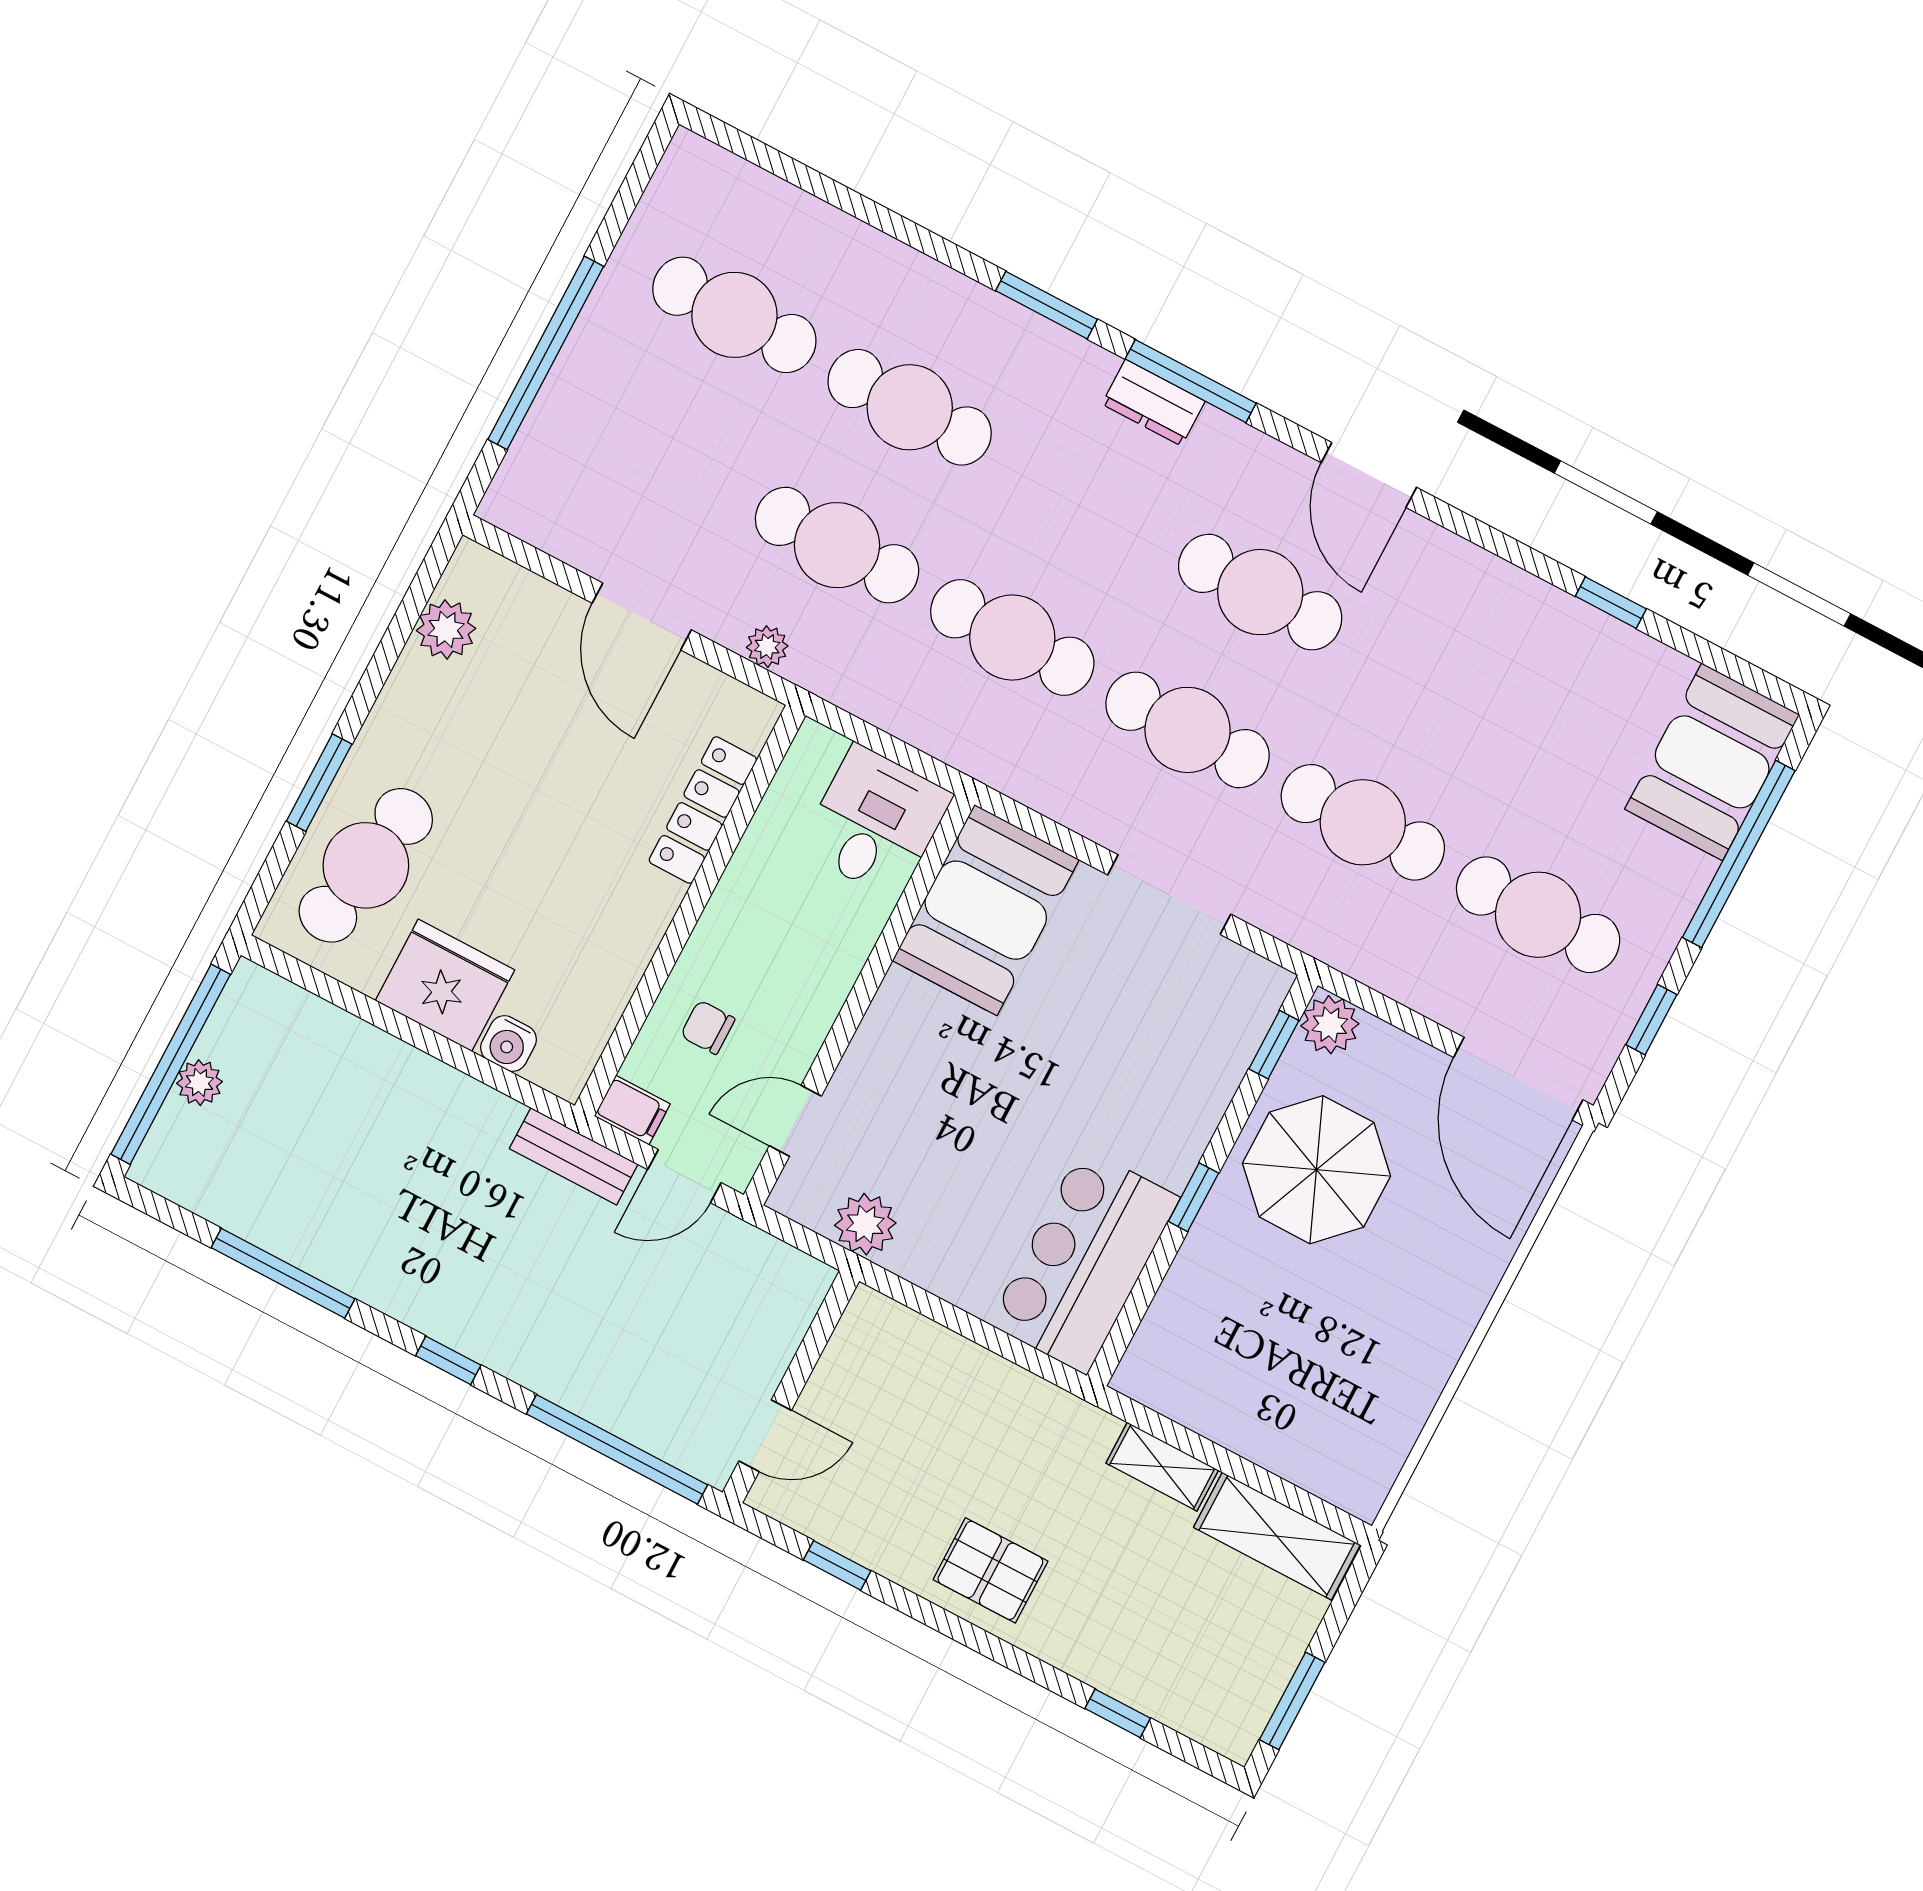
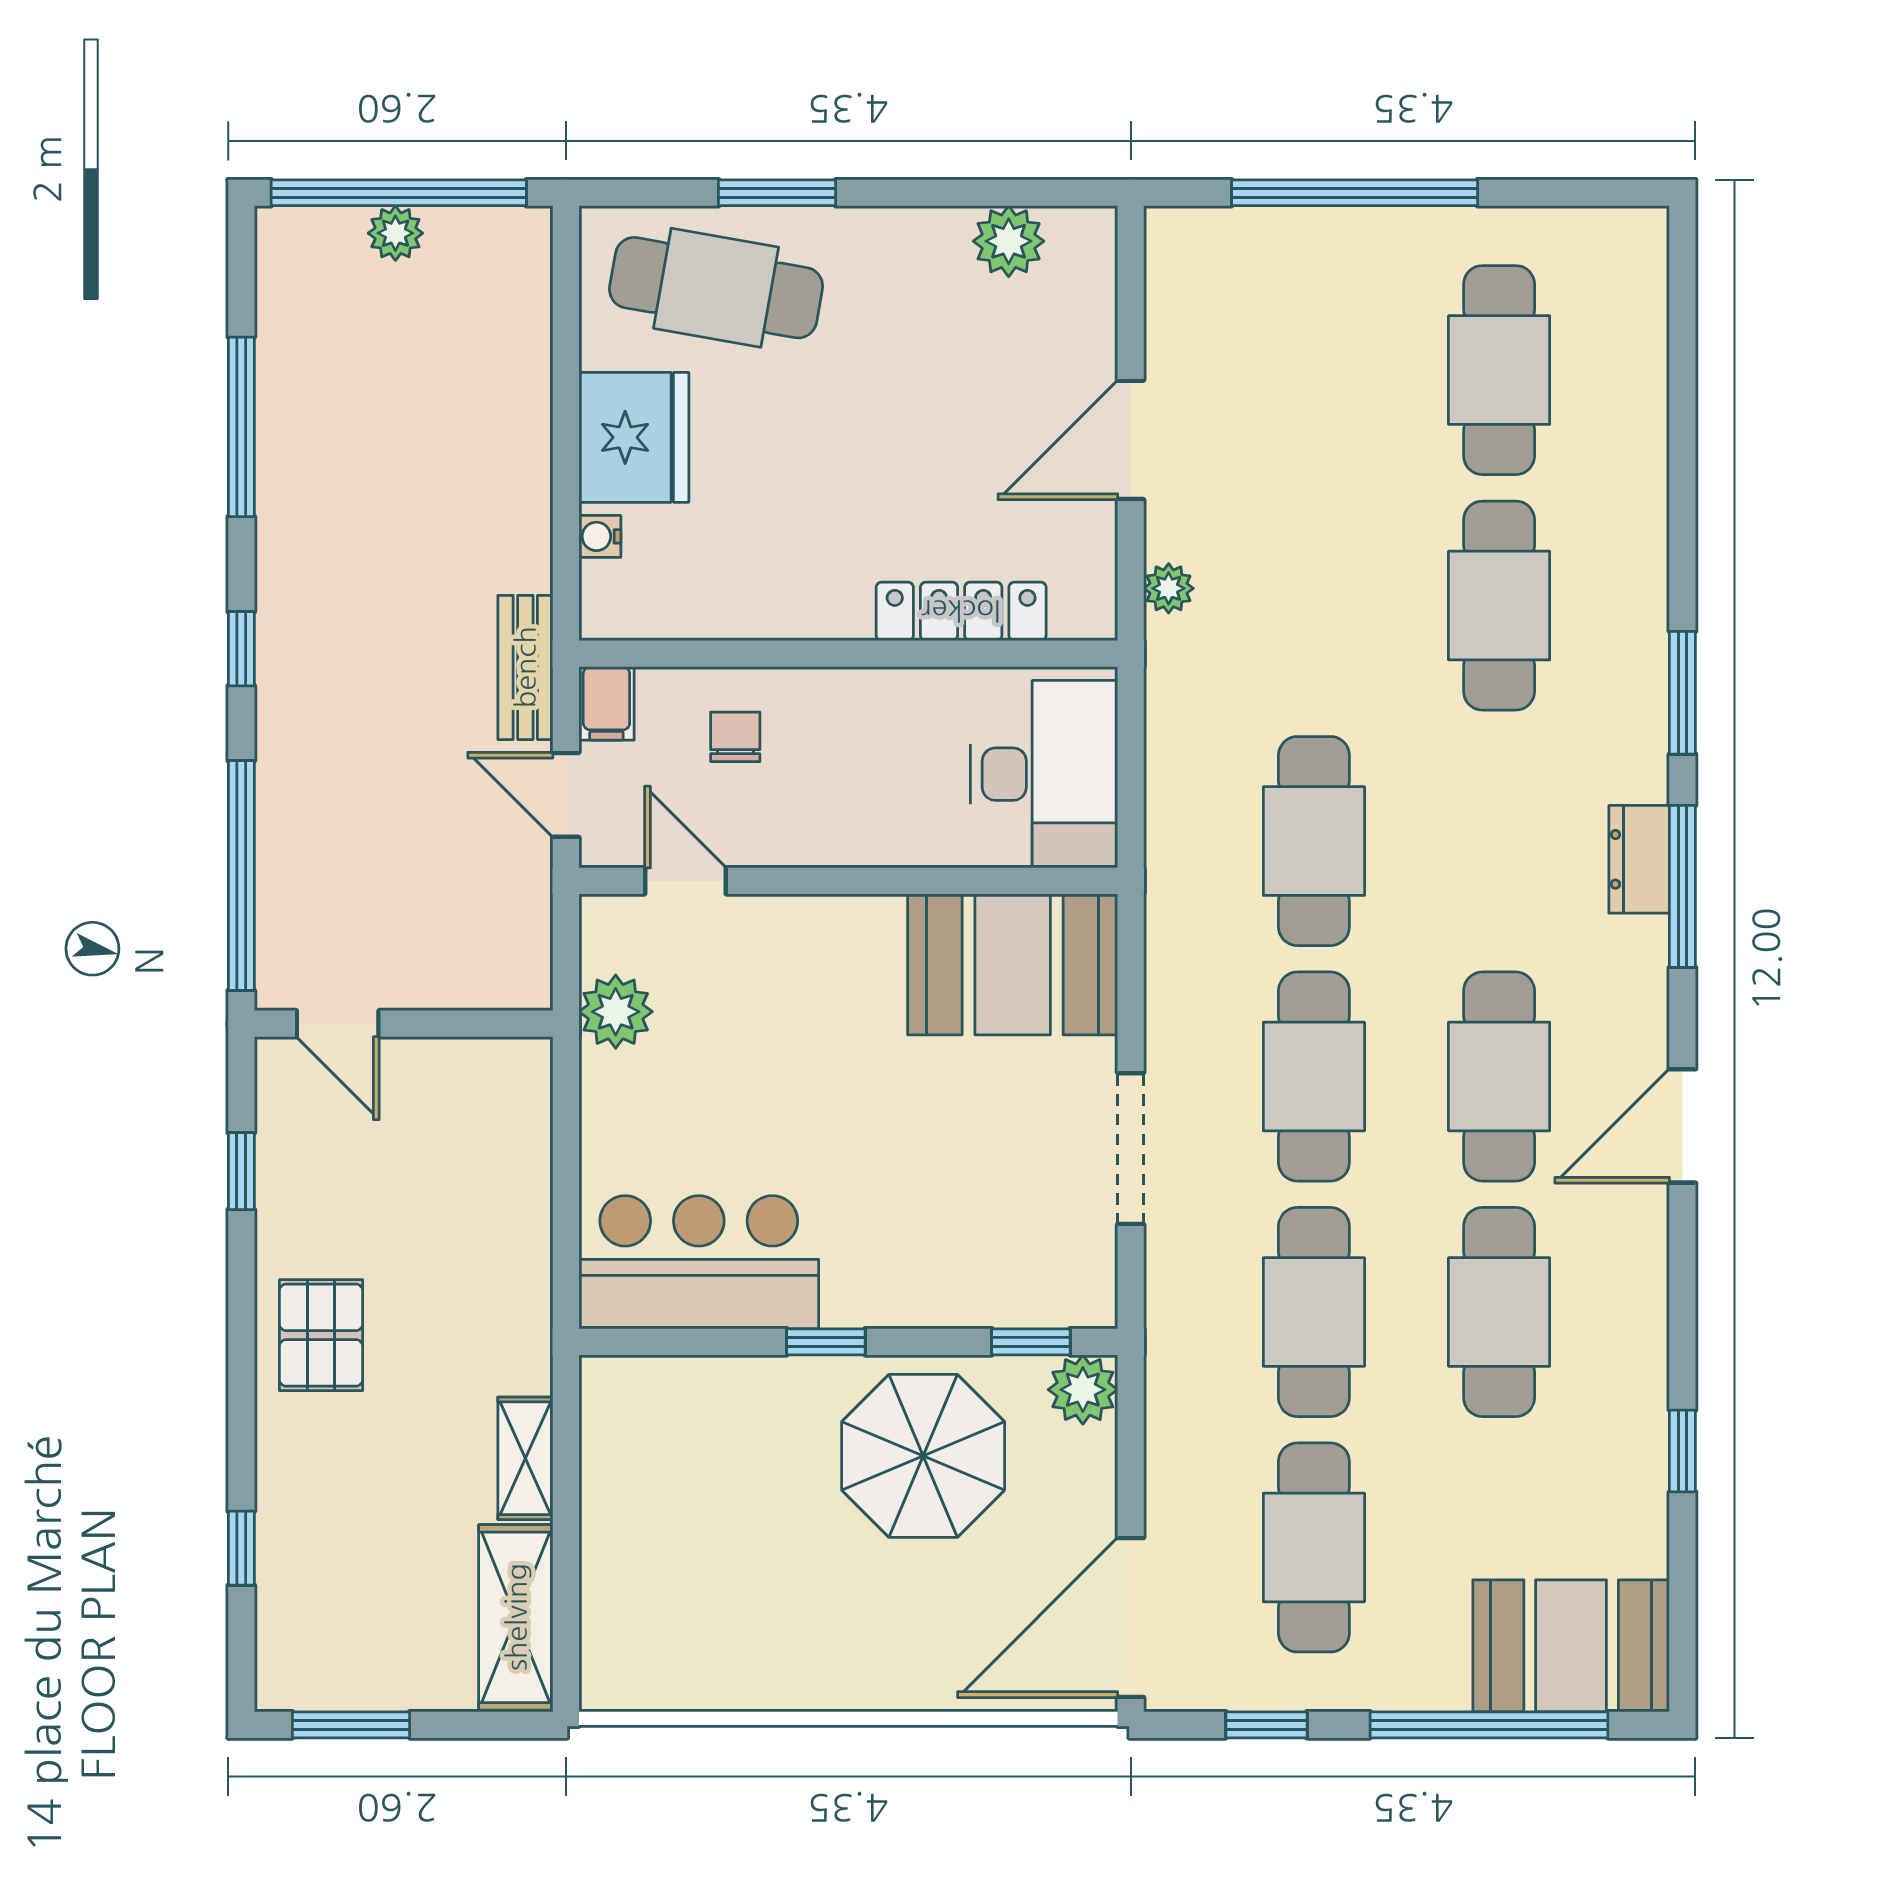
cafe table: (837, 545) -> (1499, 1312), moved
desk: (876, 822) -> (1044, 774), width x1.37
water cooler: (508, 1044) -> (600, 536), width x0.72, depth x0.72

